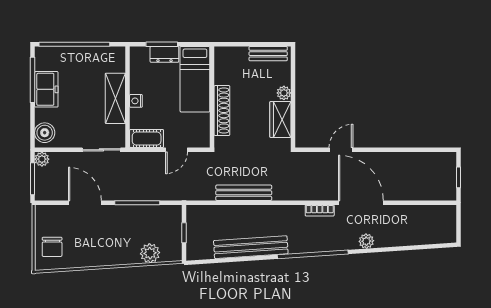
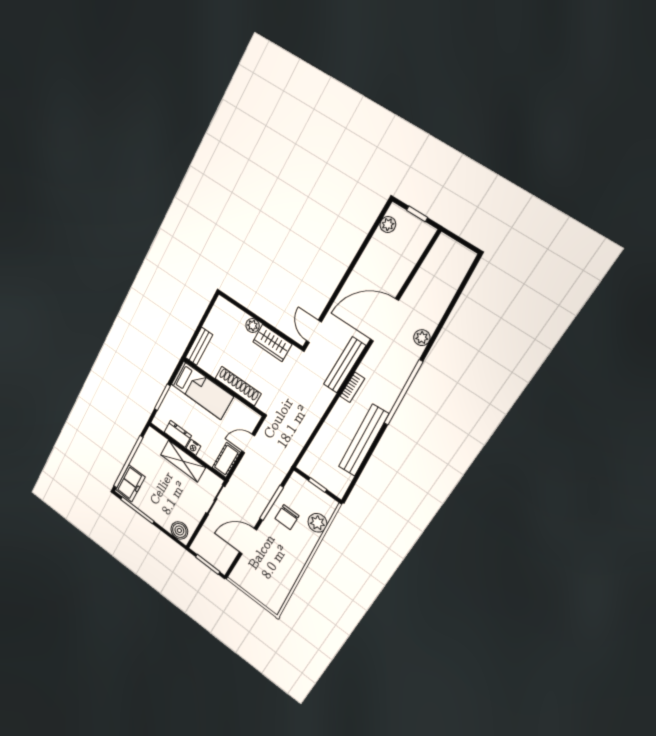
dresser: (164, 54) -> (178, 434), moved, turned -90
bench: (268, 54) -> (199, 346), moved
freezer: (46, 89) -> (130, 483), moved, turned 90
door: (176, 150) -> (248, 443), swing flipped
door: (341, 150) -> (314, 331), moved
plant: (42, 159) -> (388, 224), moved
bench: (244, 193) -> (345, 365), moved
bookcase: (320, 210) -> (352, 387), moved
chair: (52, 247) -> (287, 517), moved, turned 90

